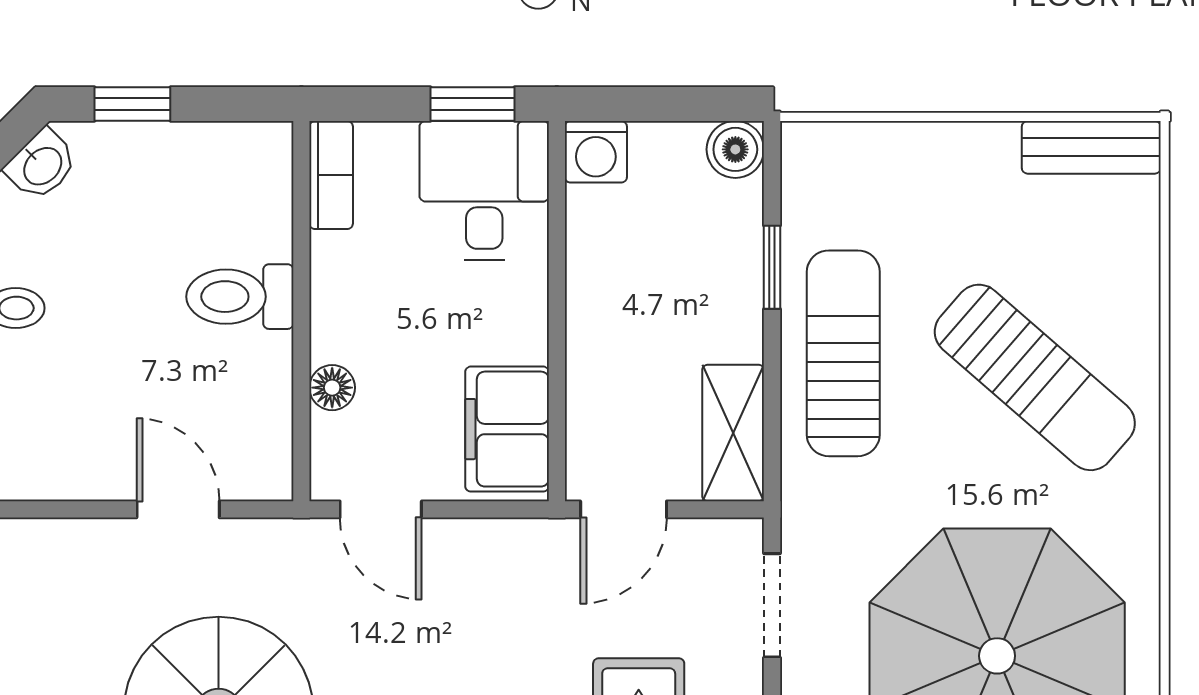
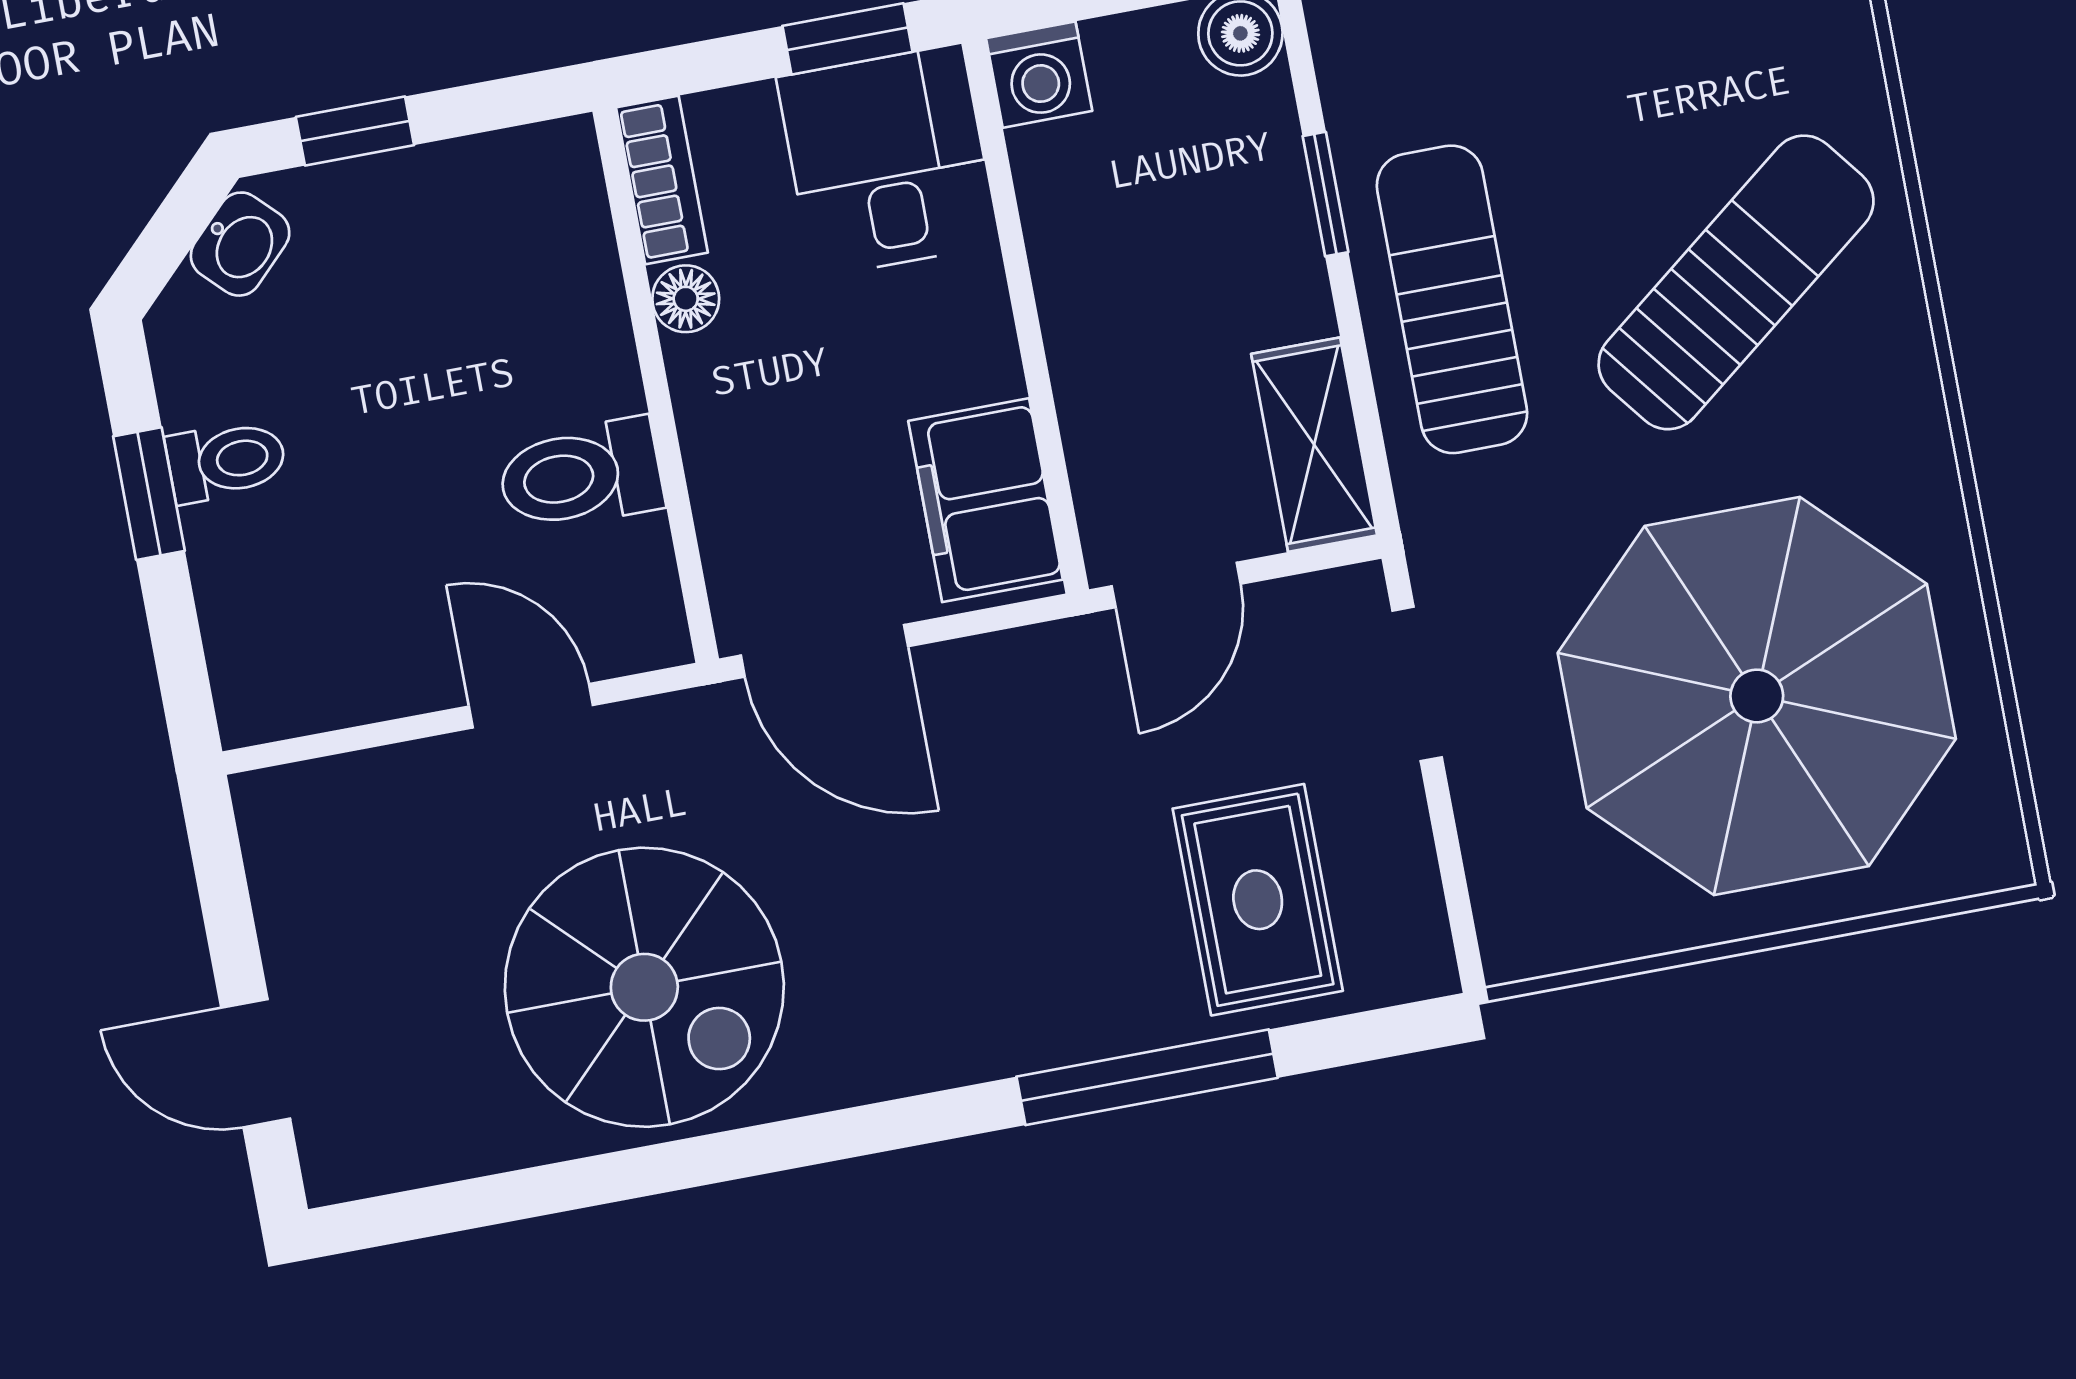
toilet: (240, 297) -> (580, 475), moved
sun lounger: (1035, 377) -> (1736, 282), turned -79
floor lamp: (332, 388) -> (686, 299), moved
door: (381, 509) -> (824, 651), width x1.38

